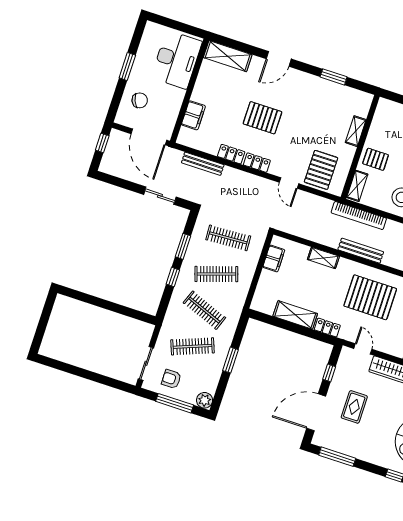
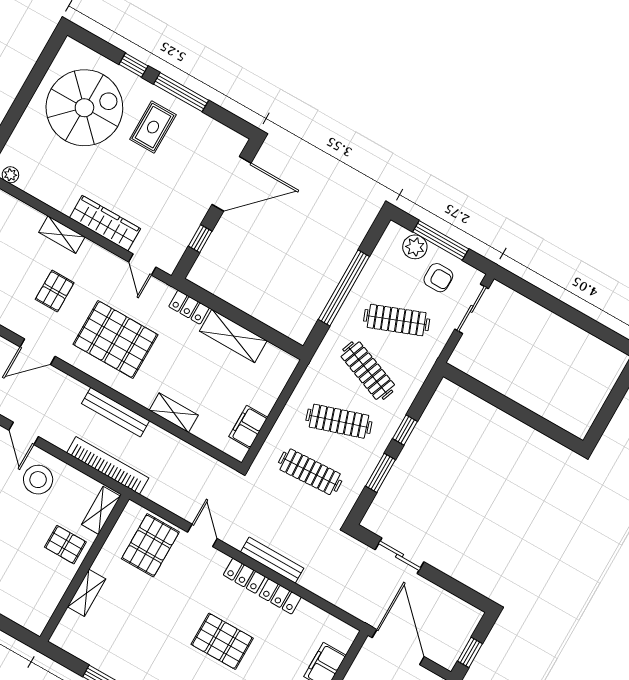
bench: (203, 164) -> (272, 560), moved
window: (231, 360) -> (344, 288), width x2.11
plant: (205, 400) -> (415, 247), moved
rug: (354, 407) -> (153, 127), moved
window: (337, 457) -> (181, 92), moved

